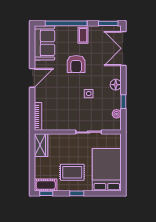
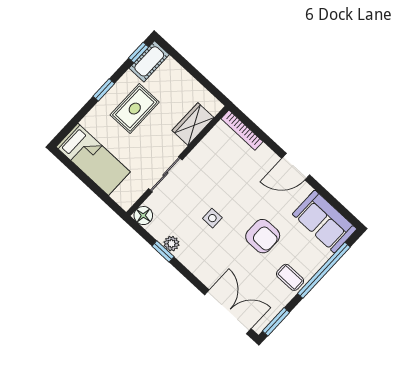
armchair: (76, 64) -> (263, 236), turned 180
door: (32, 78) -> (296, 167), hinge flipped
floor lamp: (116, 85) -> (143, 216), moved
plant: (117, 114) -> (171, 244), moved
wardrobe: (41, 145) -> (193, 124), moved, turned 90
bed: (107, 170) -> (93, 159), width x0.67

